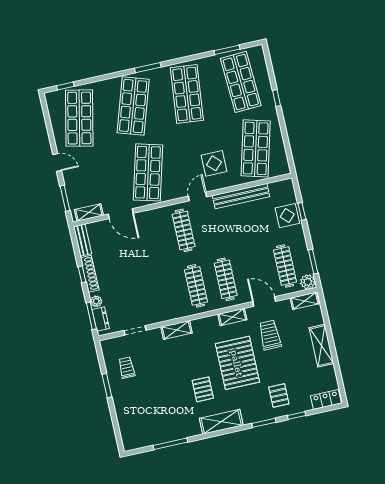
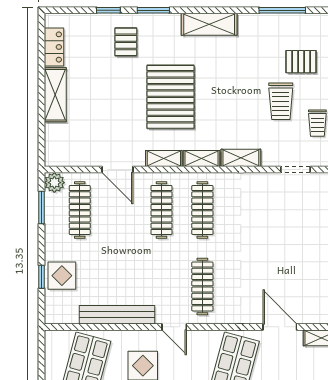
door: (197, 197) -> (174, 327), hinge flipped
shelving: (305, 301) -> (202, 159), moved
trolley: (270, 335) -> (281, 101), moved
pallet: (203, 389) -> (301, 62), moved, turned 90
locker: (326, 399) -> (54, 47), moved, turned -90

